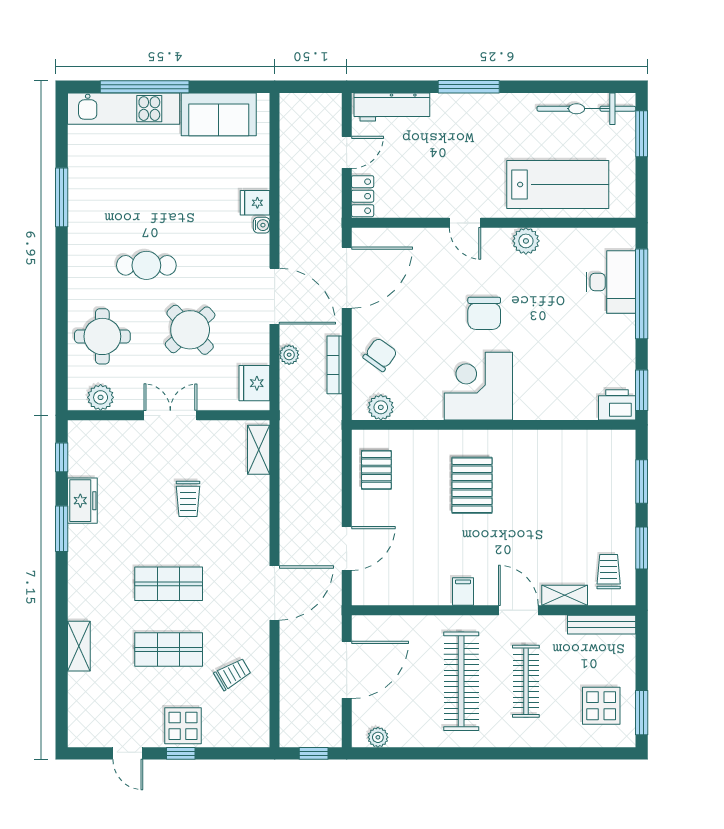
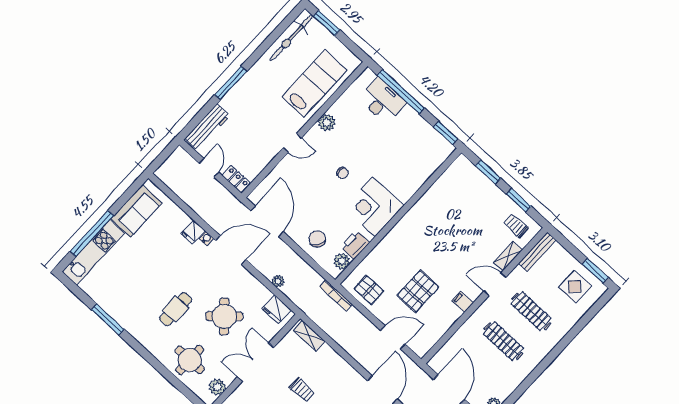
door: (275, 296) -> (231, 250), moved
chair: (484, 313) -> (343, 173), width x0.54, depth x0.54
bookcase: (334, 365) -> (336, 295), moved
printer: (617, 405) -> (355, 245), moved
double door: (170, 415) -> (255, 362), width x1.37
pallet: (472, 485) -> (418, 291), moved, turned 90
door: (347, 548) -> (393, 337), hinge flipped
clothes rail: (461, 681) -> (503, 341), width x0.73, depth x0.76

